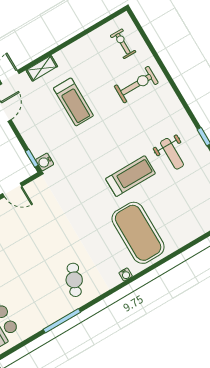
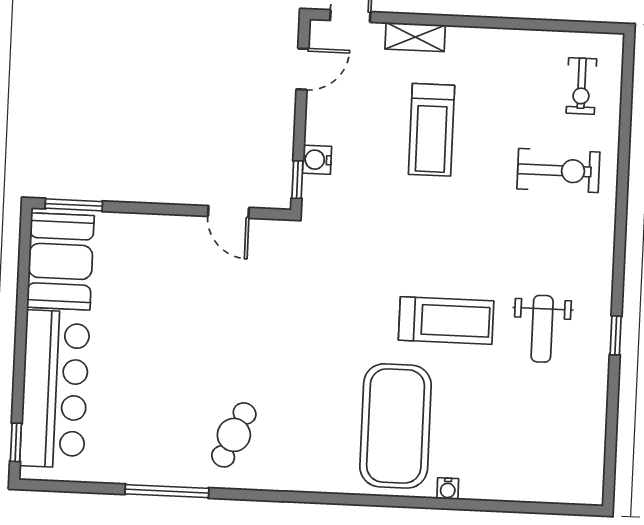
exercise bike: (123, 44) -> (581, 86), turned 180
water cooler: (45, 162) -> (317, 160), moved
water cooler: (126, 274) -> (448, 489), moved

